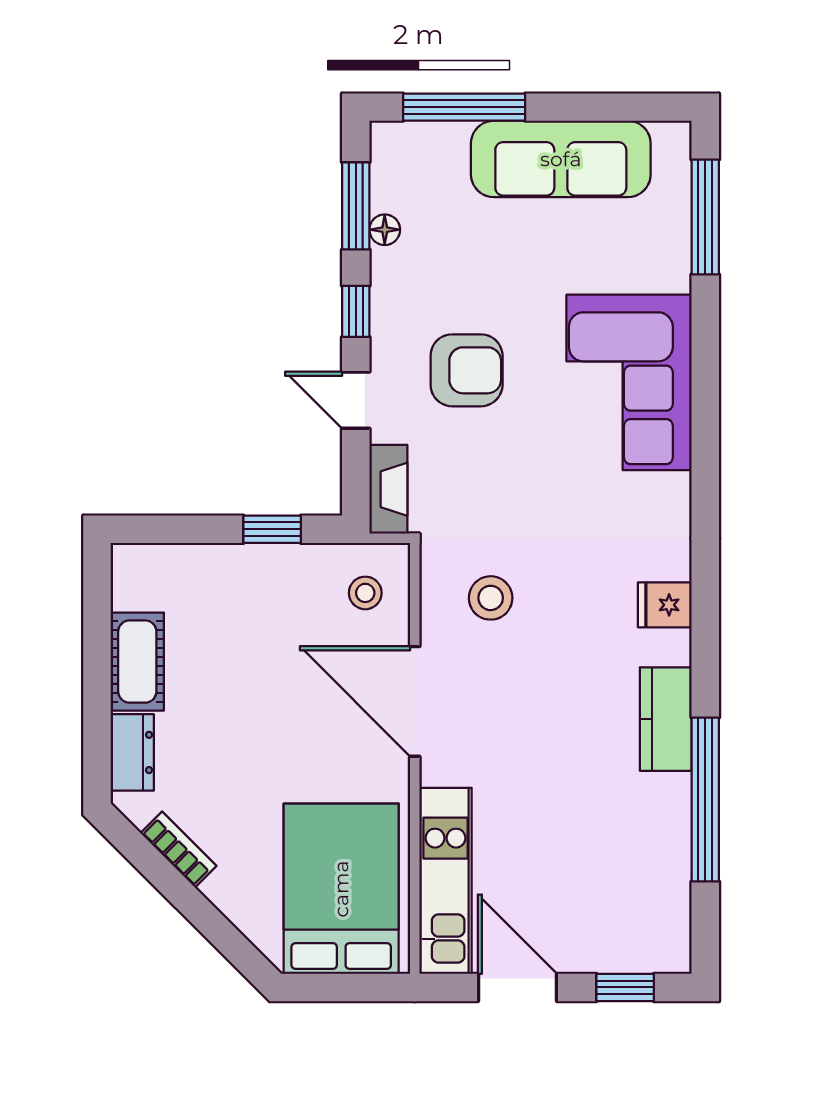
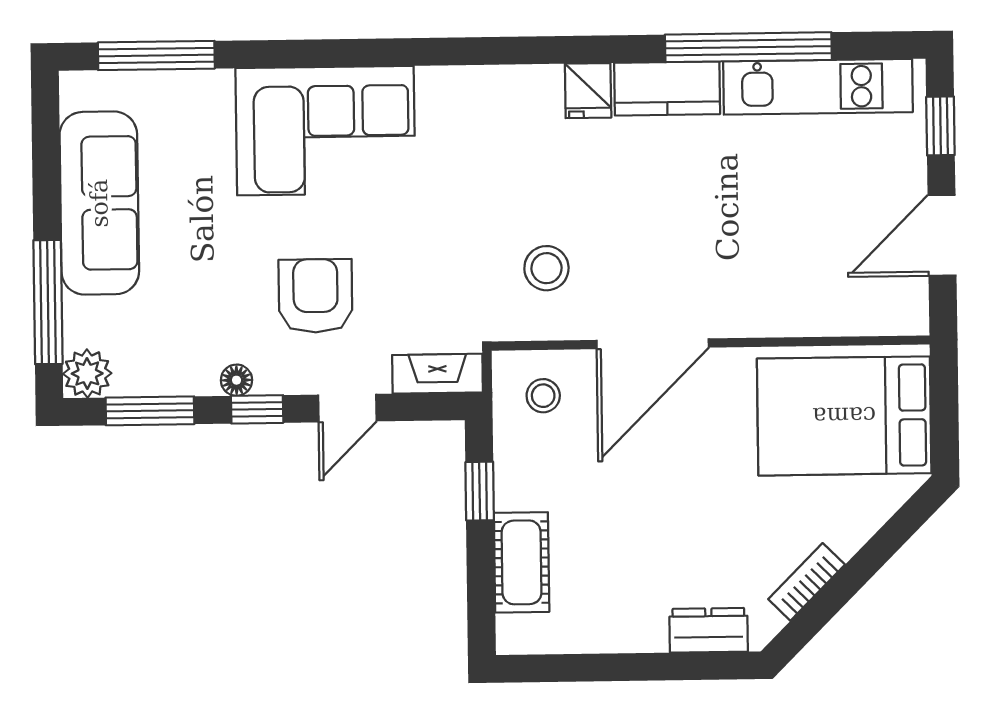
plant: (393, 145) -> (87, 373), added
floor lamp: (385, 230) -> (236, 380), moved
fridge: (665, 605) -> (588, 91), moved
cot: (137, 662) -> (522, 562), moved, turned 90
kitchen unit: (445, 881) -> (818, 87), moved, turned 180

